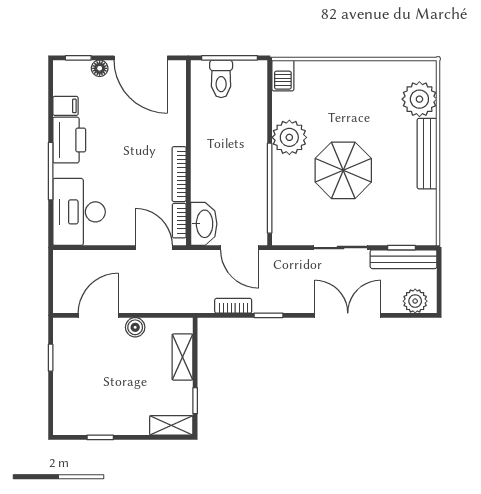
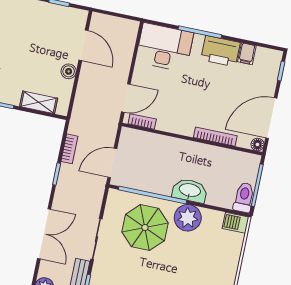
floor lamp: (100, 68) -> (257, 145), moved
toilet: (221, 79) -> (244, 197), moved, turned 90
parasol: (343, 170) -> (145, 227), moved
bookcase: (179, 174) -> (215, 137), moved
washbasin: (204, 224) -> (190, 191), moved, turned 180

